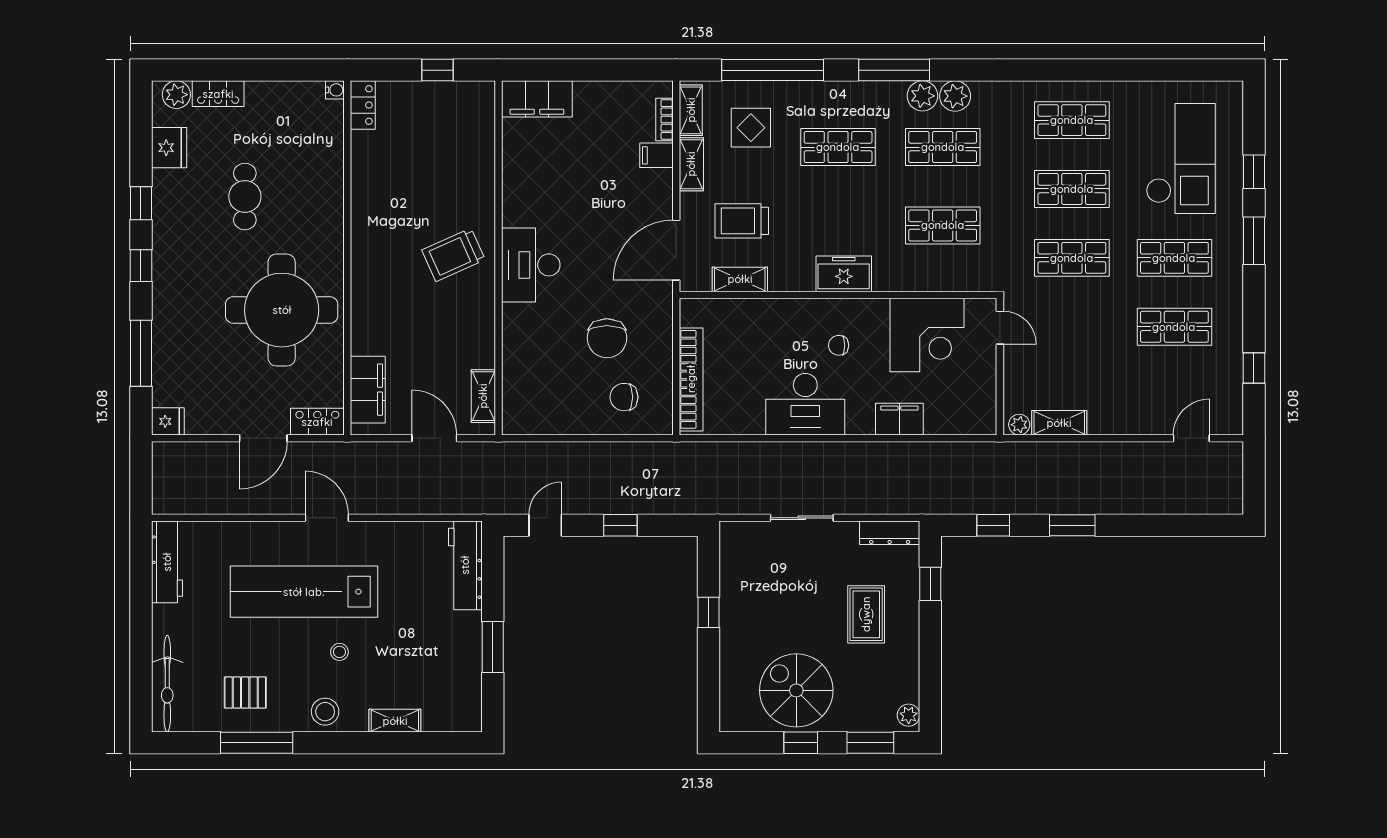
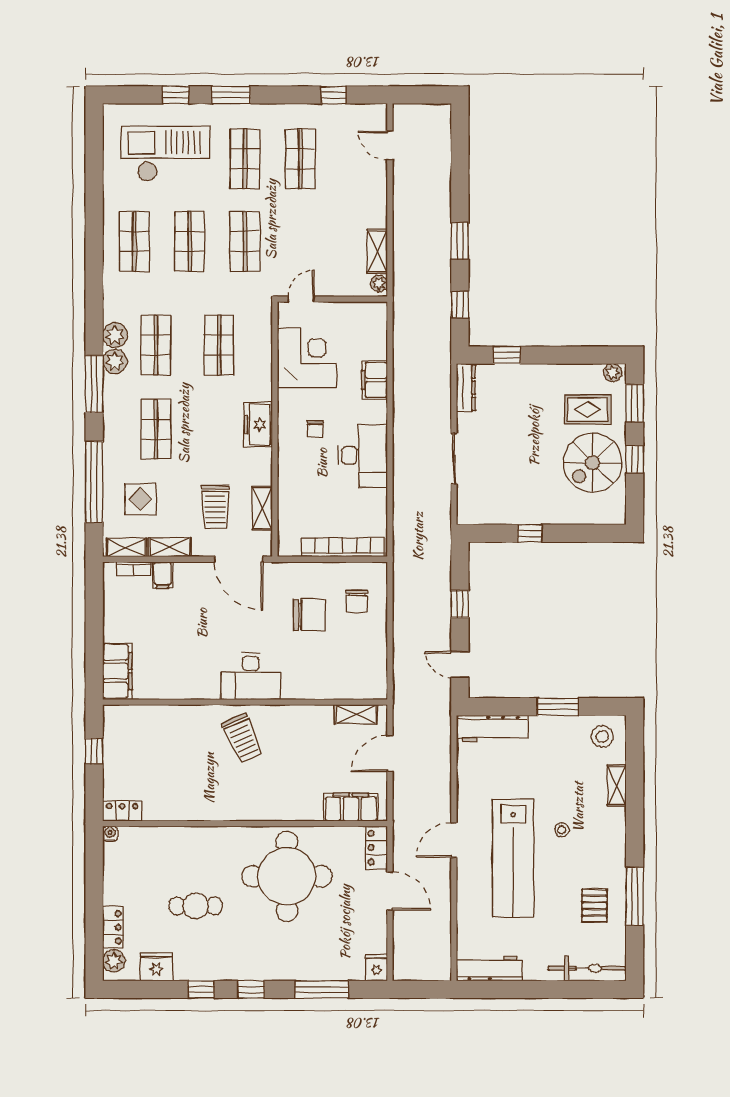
rug: (866, 614) -> (588, 410), moved
stool: (325, 712) -> (602, 736), moved

